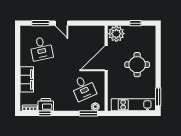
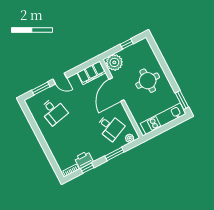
filing cabinet: (27, 79) -> (91, 73), moved, turned 90
window: (88, 113) -> (114, 154), moved

